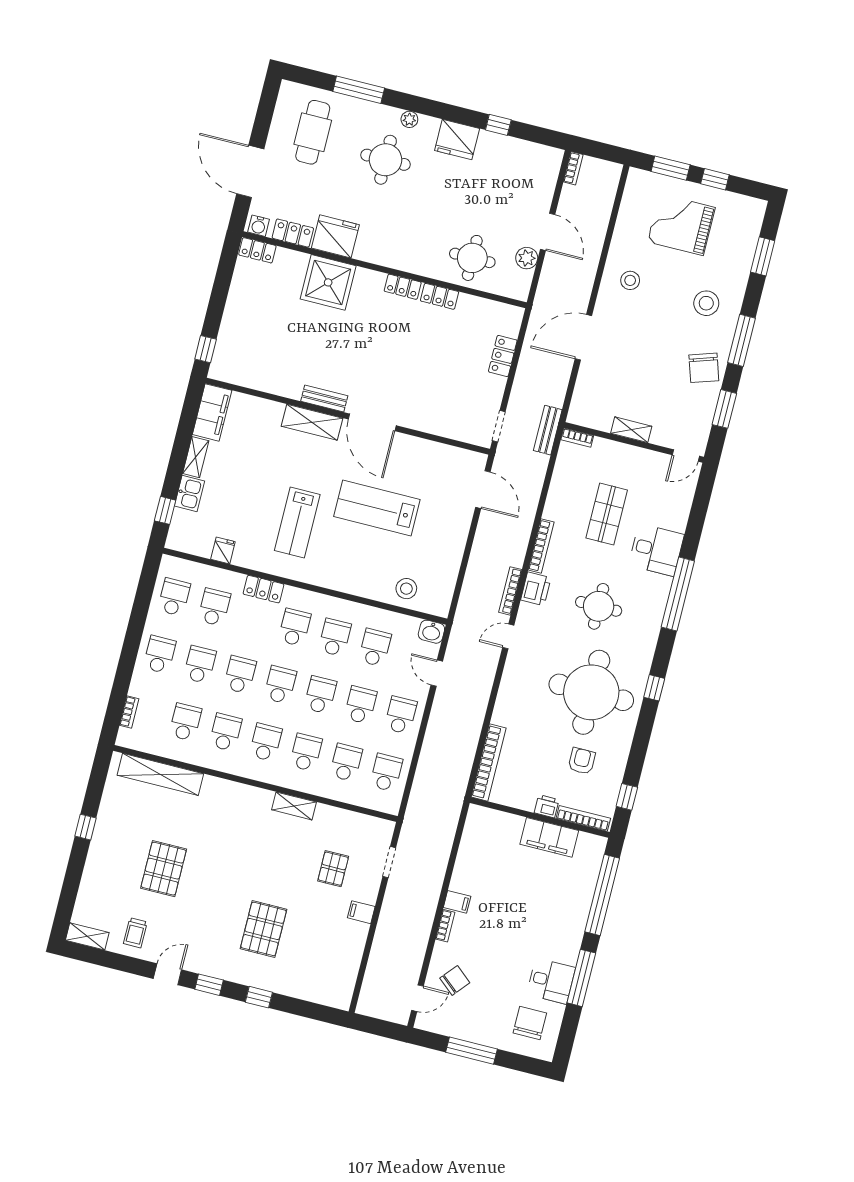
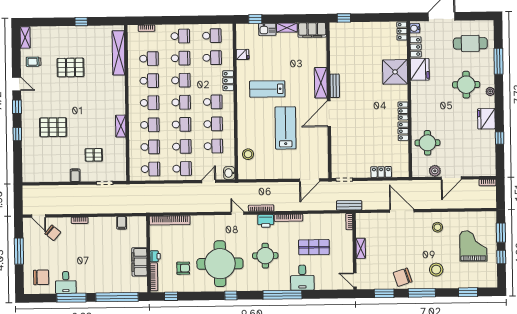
filing cabinet: (457, 902) -> (122, 223), moved

